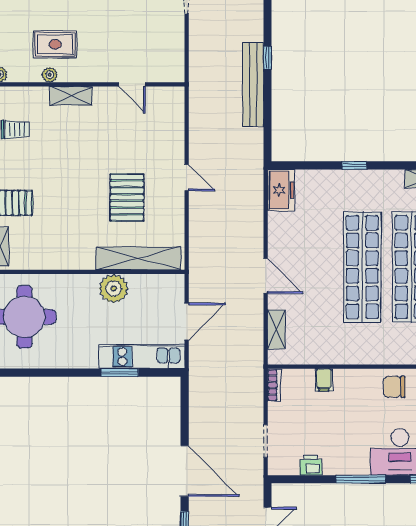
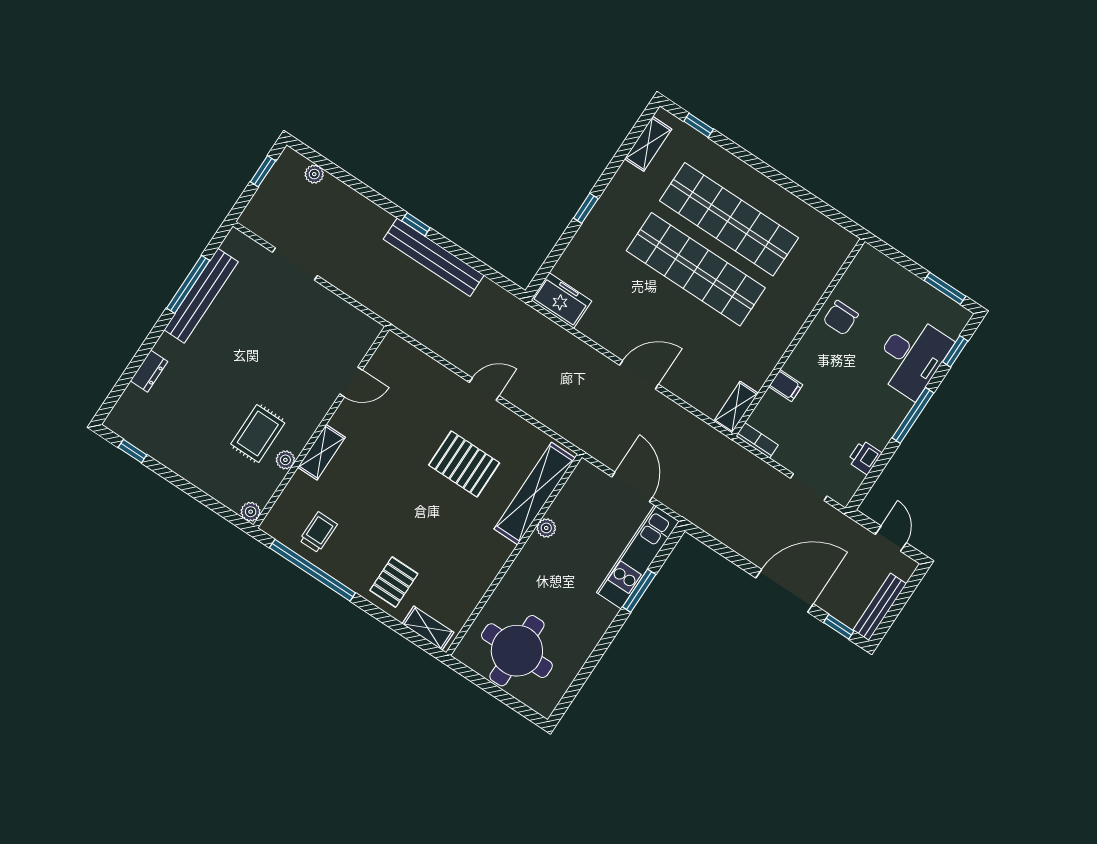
plant: (114, 289) -> (546, 528), width x0.53, depth x0.53
shelving: (276, 329) -> (736, 407), moved, turned 90

